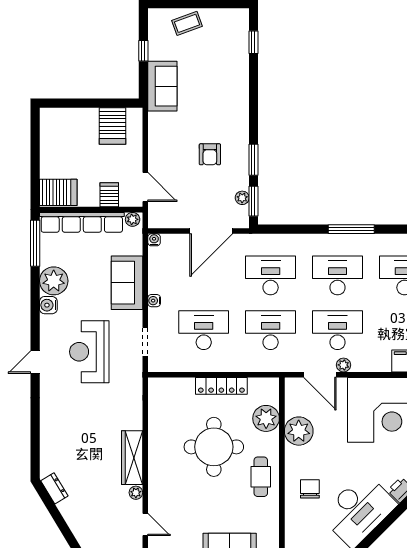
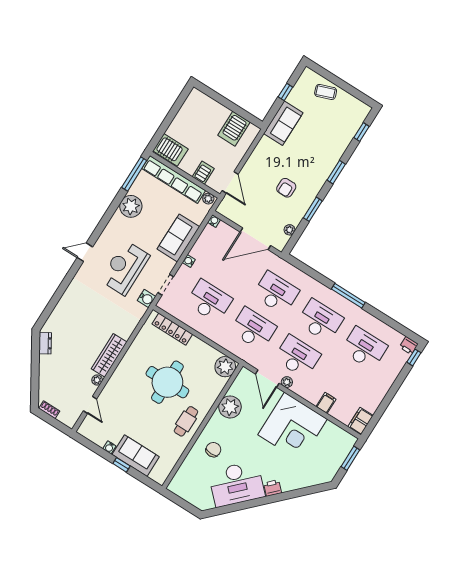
window: (253, 201) -> (336, 172), moved
water cooler: (48, 305) -> (146, 299), moved, turned 180
locker: (221, 386) -> (172, 329), moved
plant: (266, 418) -> (225, 367), moved

